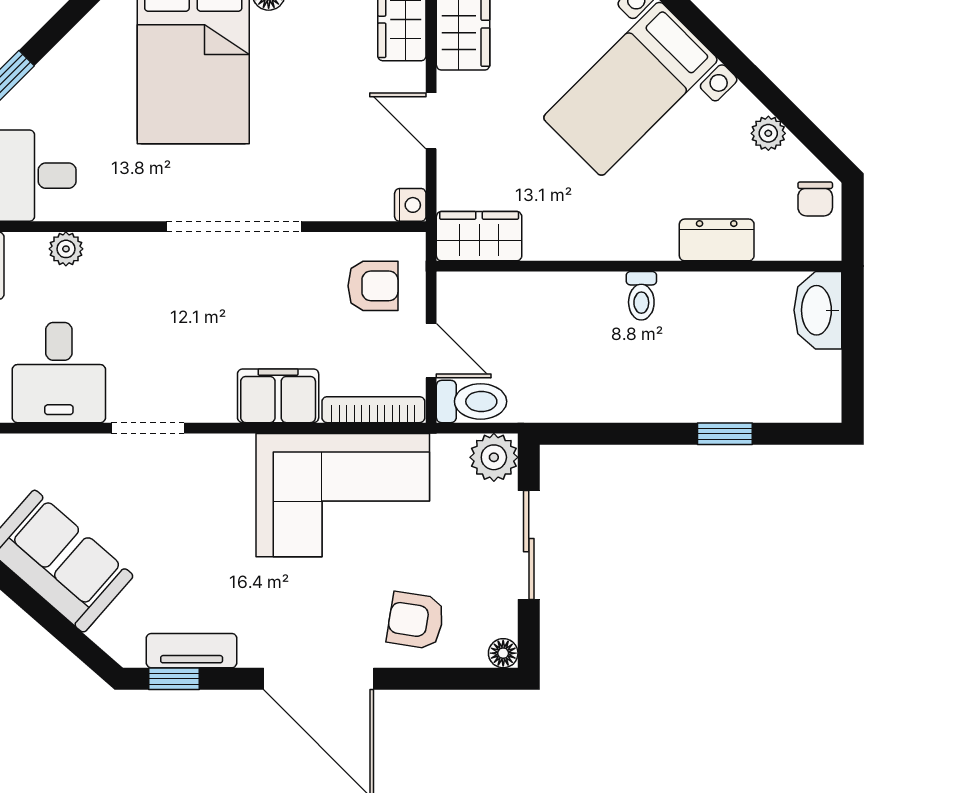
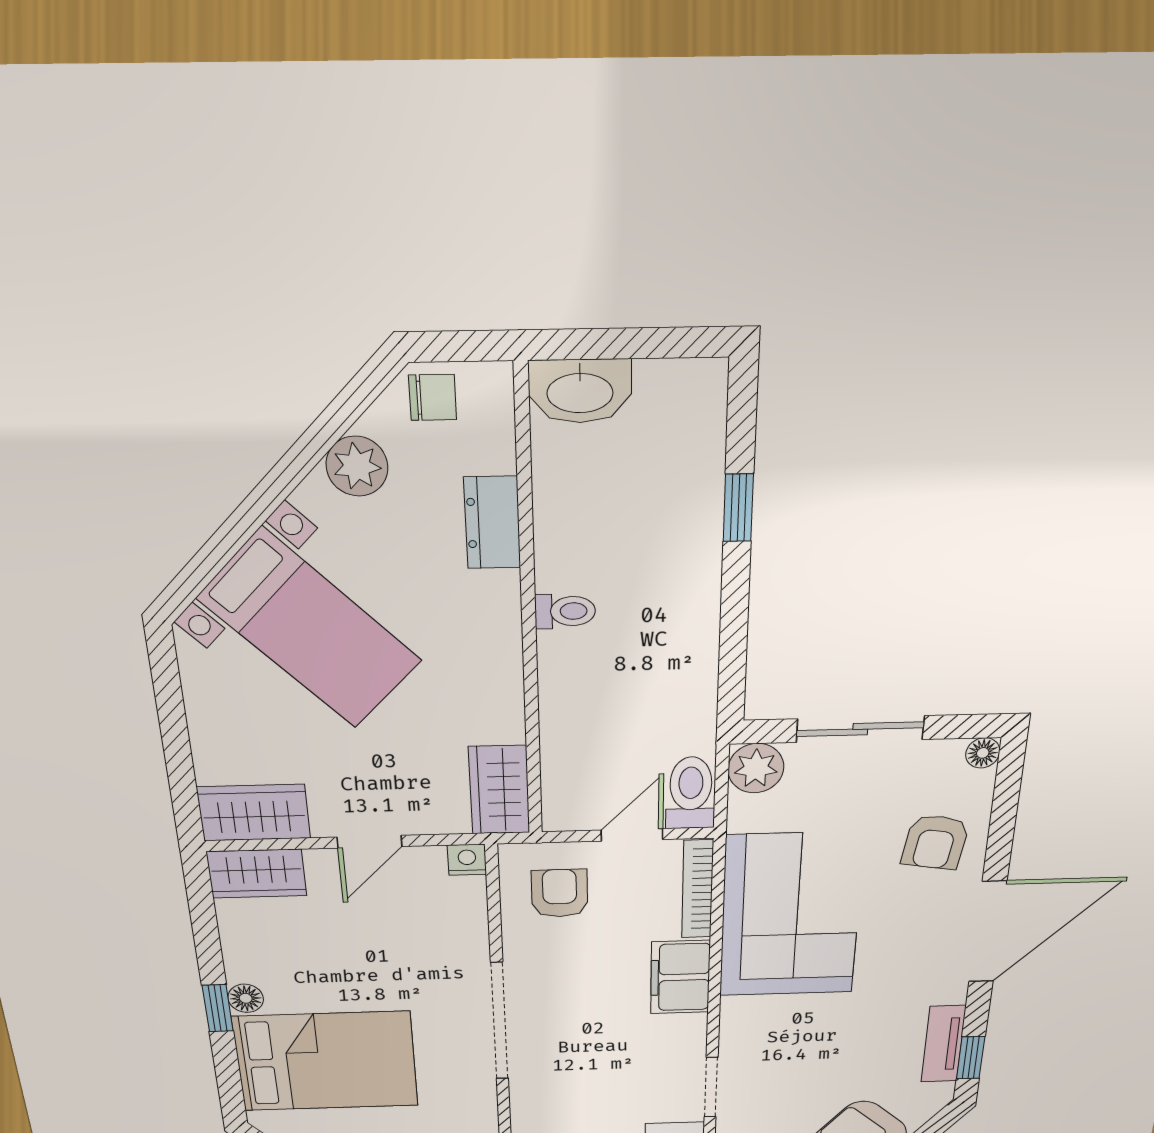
plant: (768, 133) -> (357, 466), width x1.38, depth x1.38

